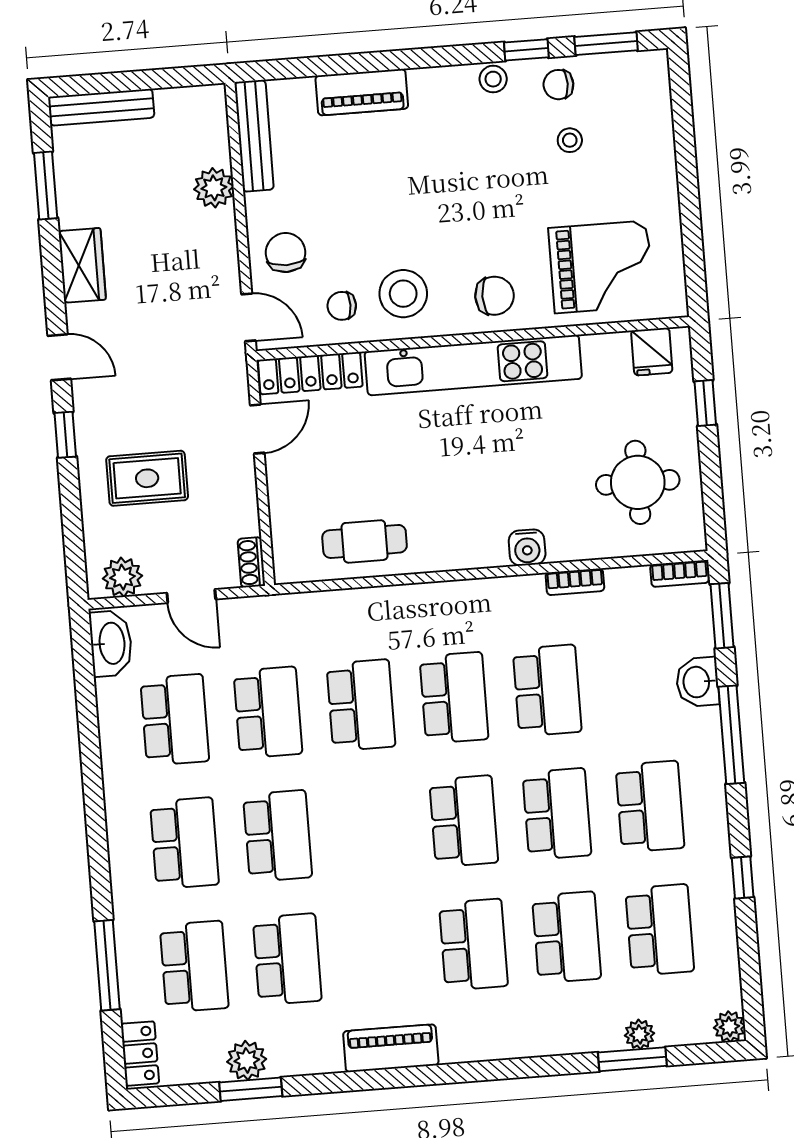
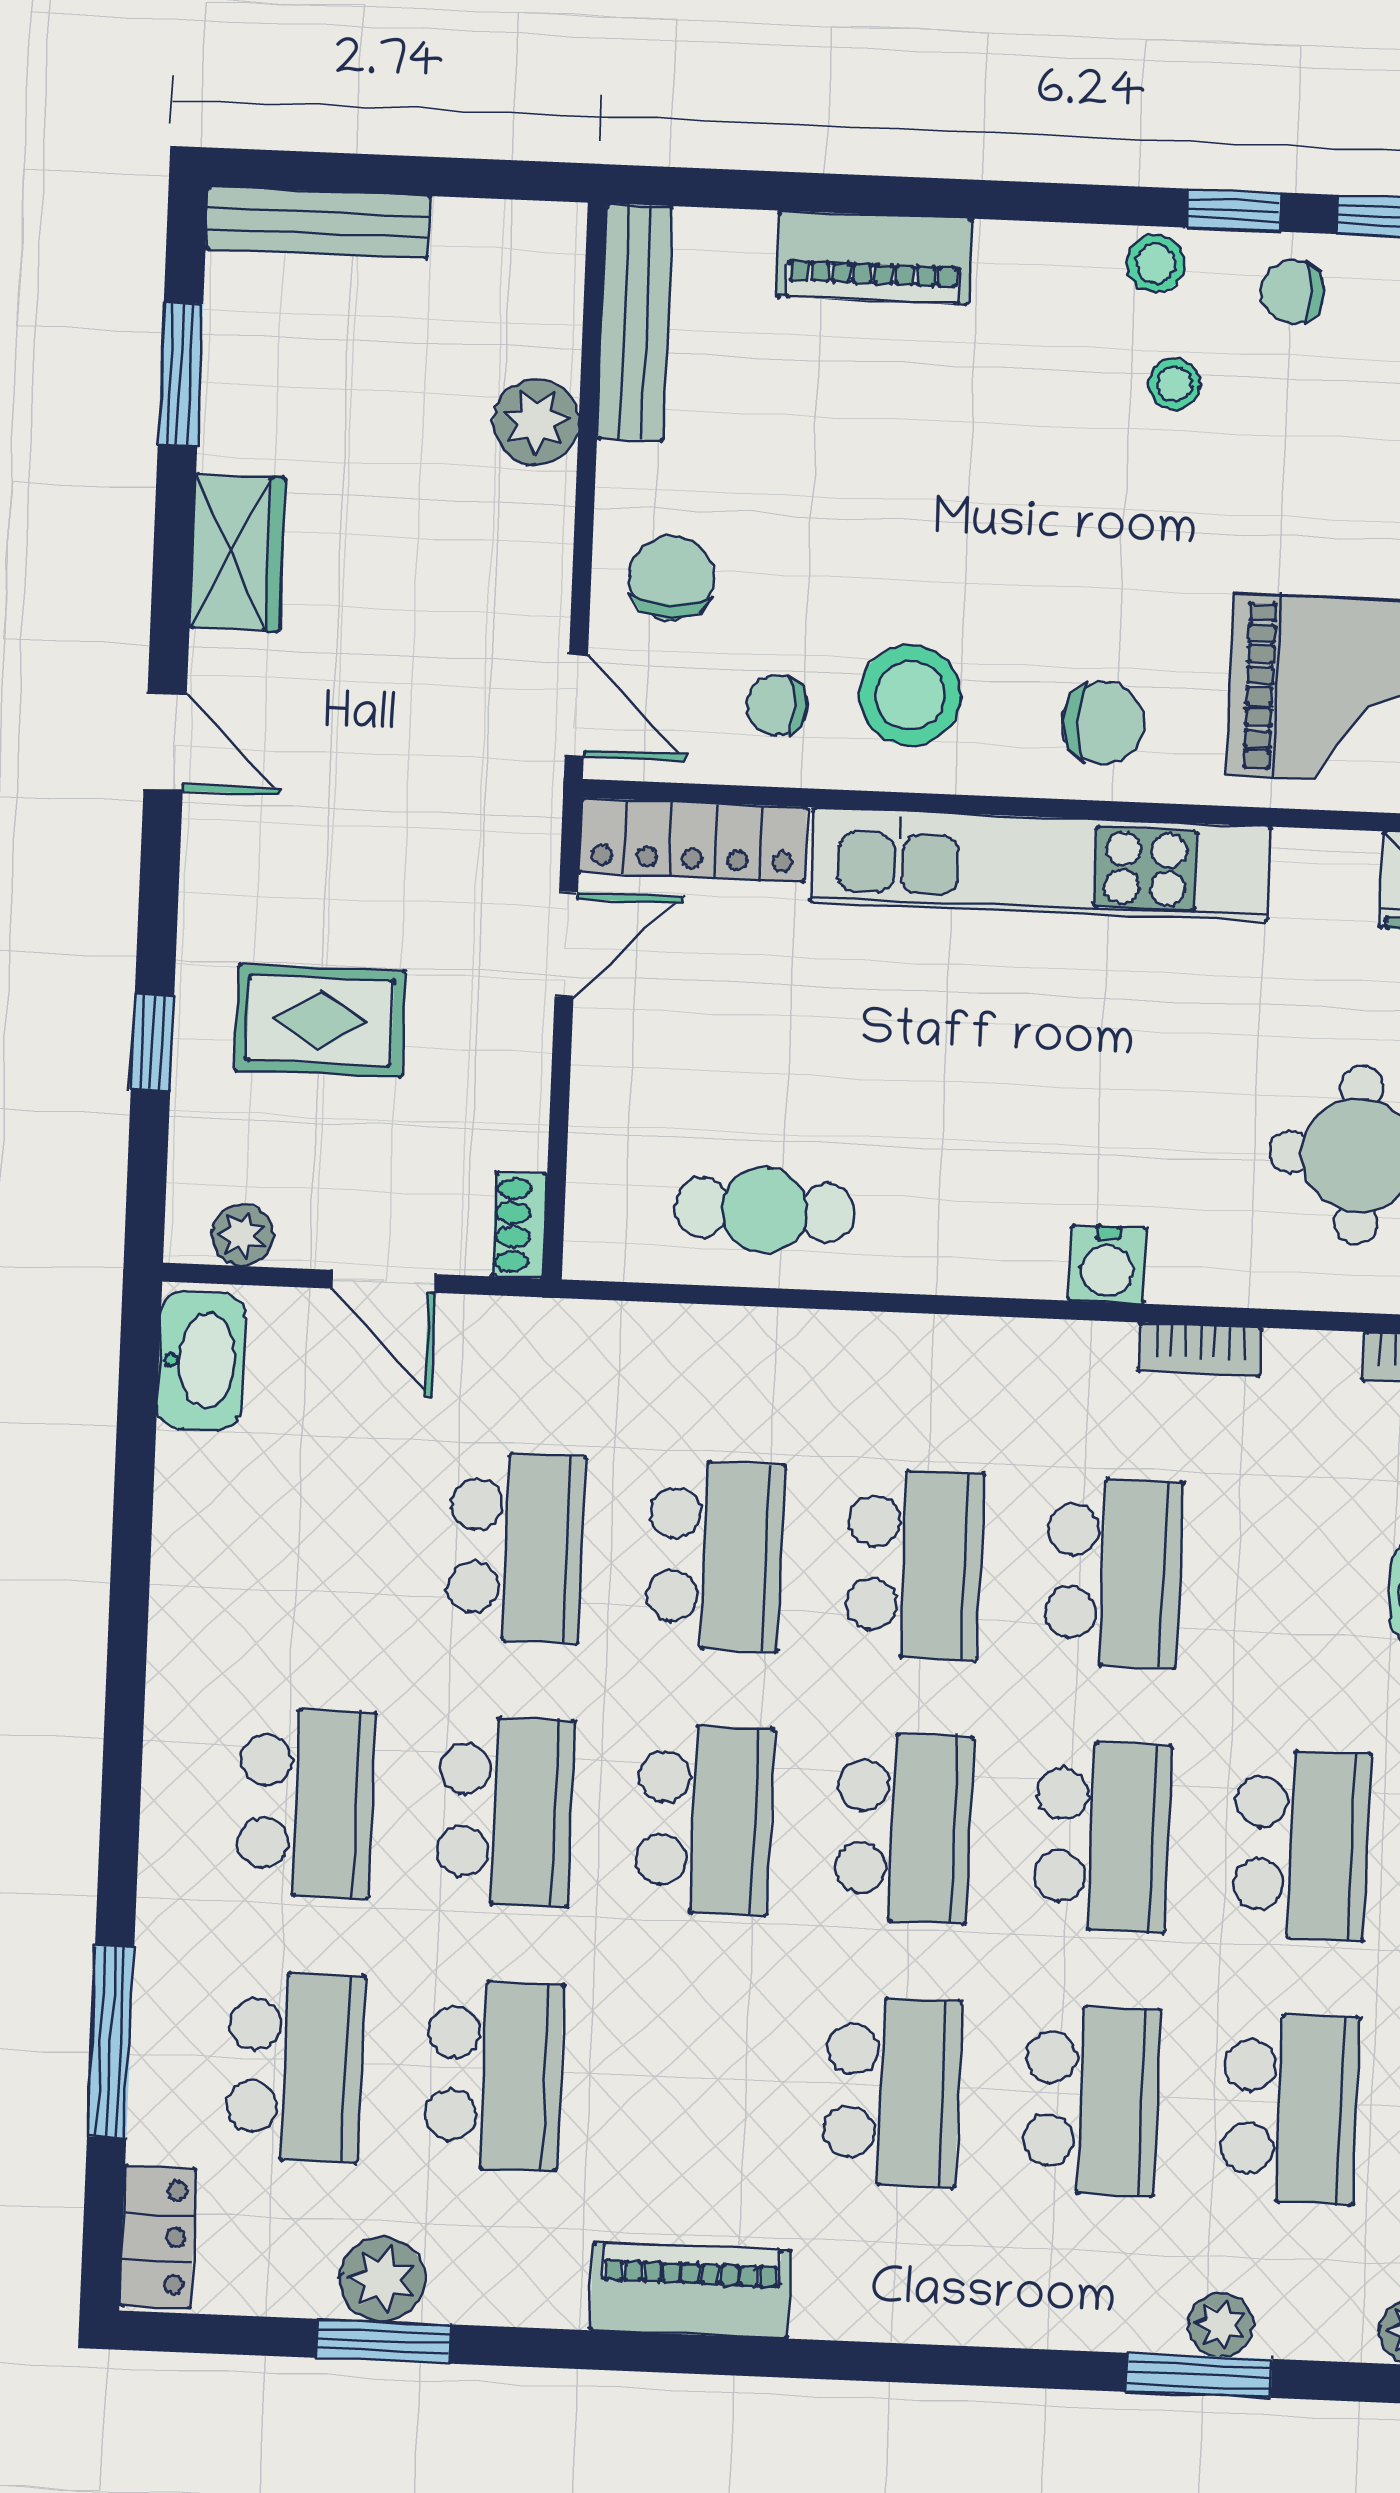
stool: (570, 140) -> (1175, 384), moved
window: (65, 435) -> (152, 1042), moved
plant: (122, 577) -> (242, 1235), width x0.73, depth x0.73
school desk: (175, 720) -> (704, 1820), moved

